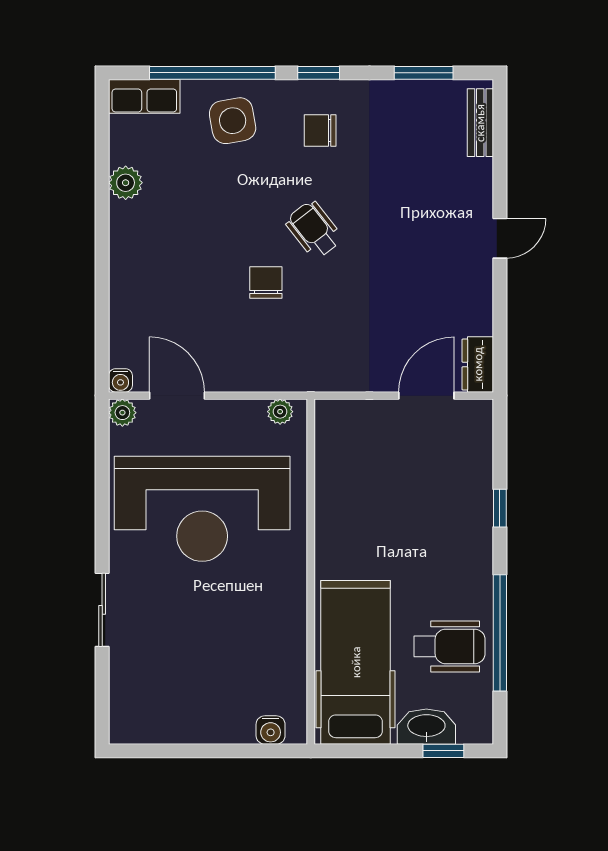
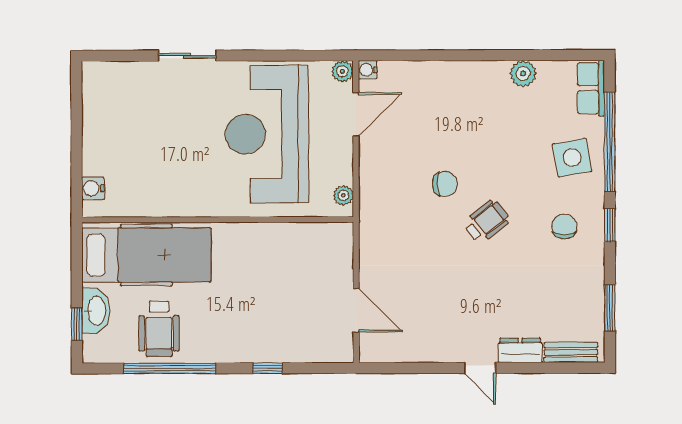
dresser: (478, 364) -> (520, 350), moved

